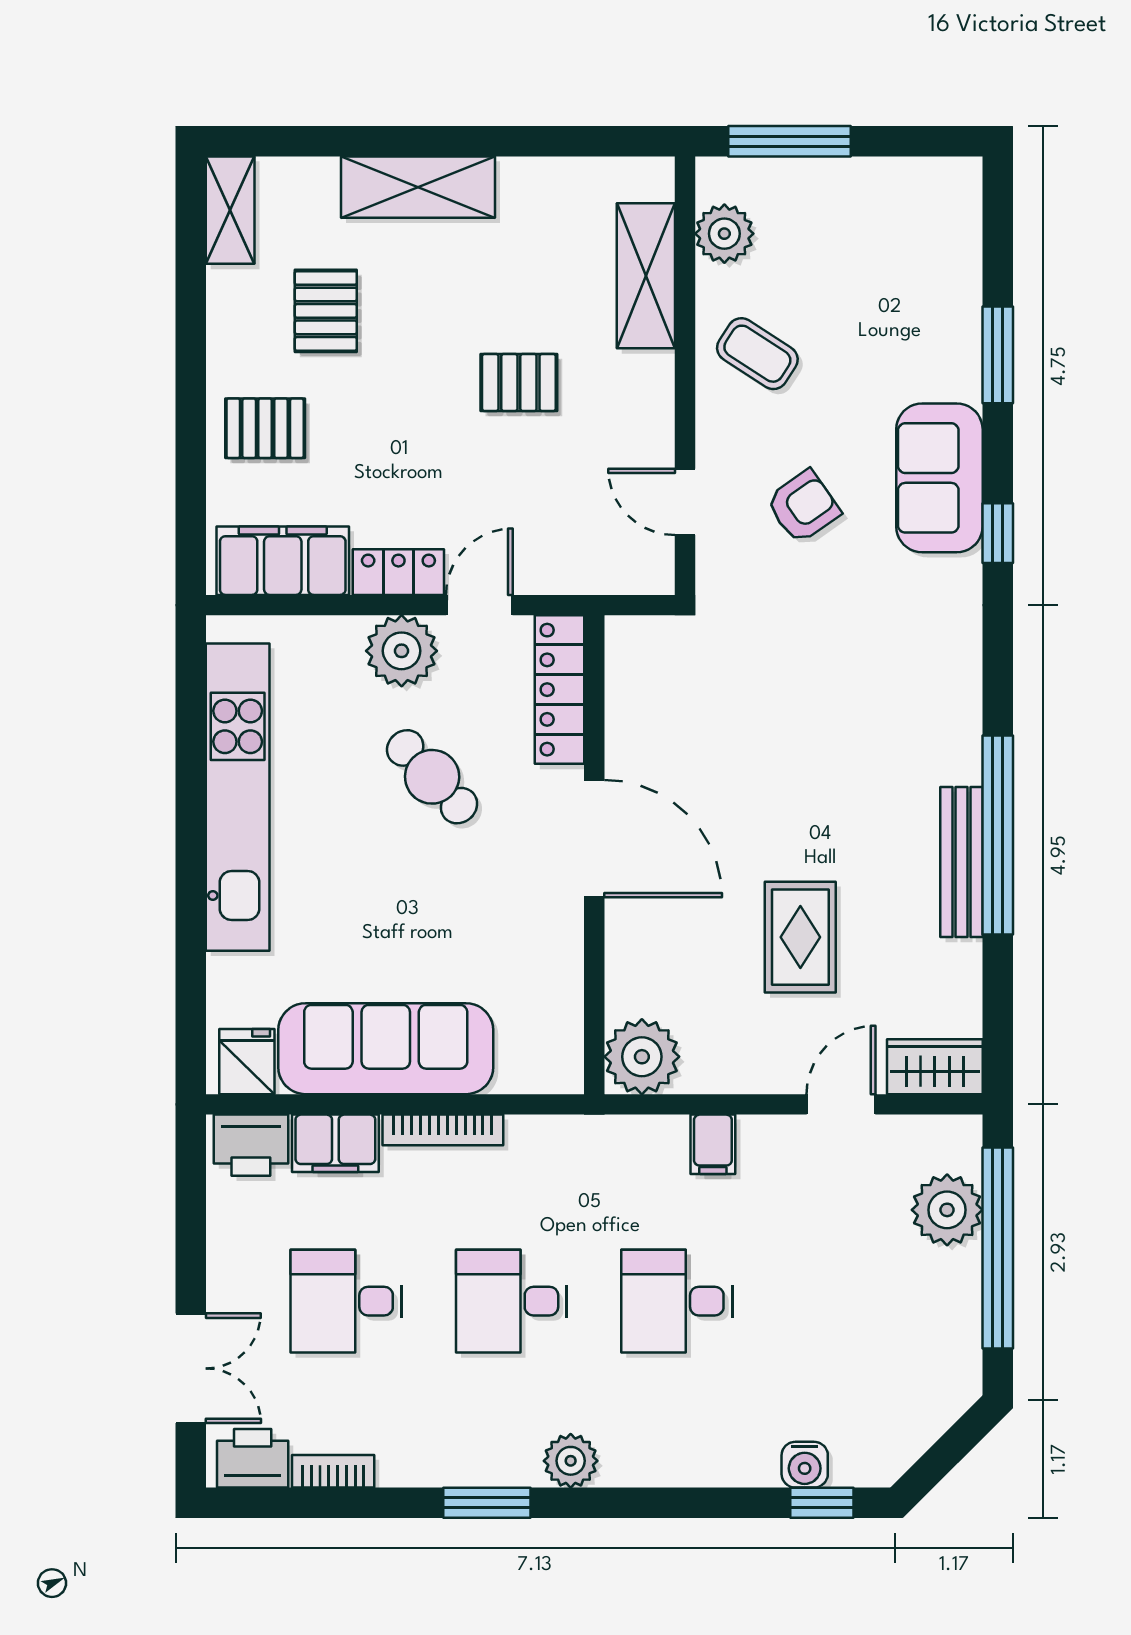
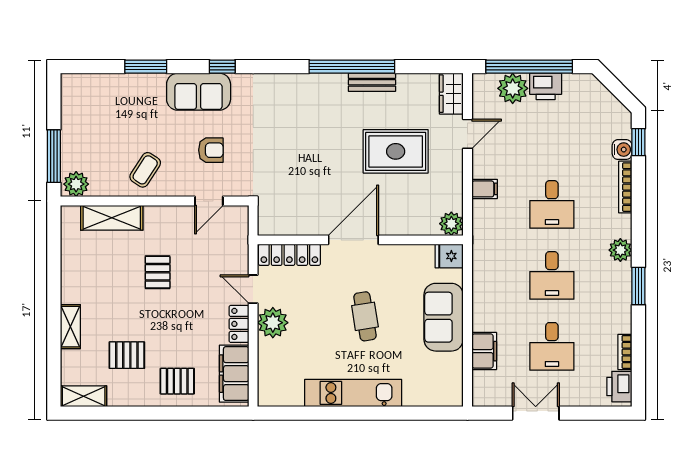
shelving: (418, 187) -> (70, 327), width x0.67, depth x0.75
plant: (724, 234) -> (76, 184), moved
pallet: (265, 428) -> (177, 381), turned 90
armchair: (803, 507) -> (211, 150), turned 125
cafe table: (432, 777) -> (365, 316), moved, turned -56
kitchen unit: (238, 797) -> (353, 393), width x0.73
bench: (961, 862) -> (372, 82), width x0.73
rug: (800, 937) -> (396, 151), width x1.36, depth x1.43
sofa: (386, 1049) -> (444, 317), width x0.73
plant: (642, 1057) -> (451, 224), width x0.73, depth x0.73
fridge: (247, 1062) -> (449, 256), moved
door: (841, 1104) -> (467, 134), swing flipped
bookcase: (443, 1130) -> (625, 187), moved, turned 180
printer: (251, 1145) -> (546, 86), moved, turned 90
double door: (191, 1368) -> (536, 413), moved

